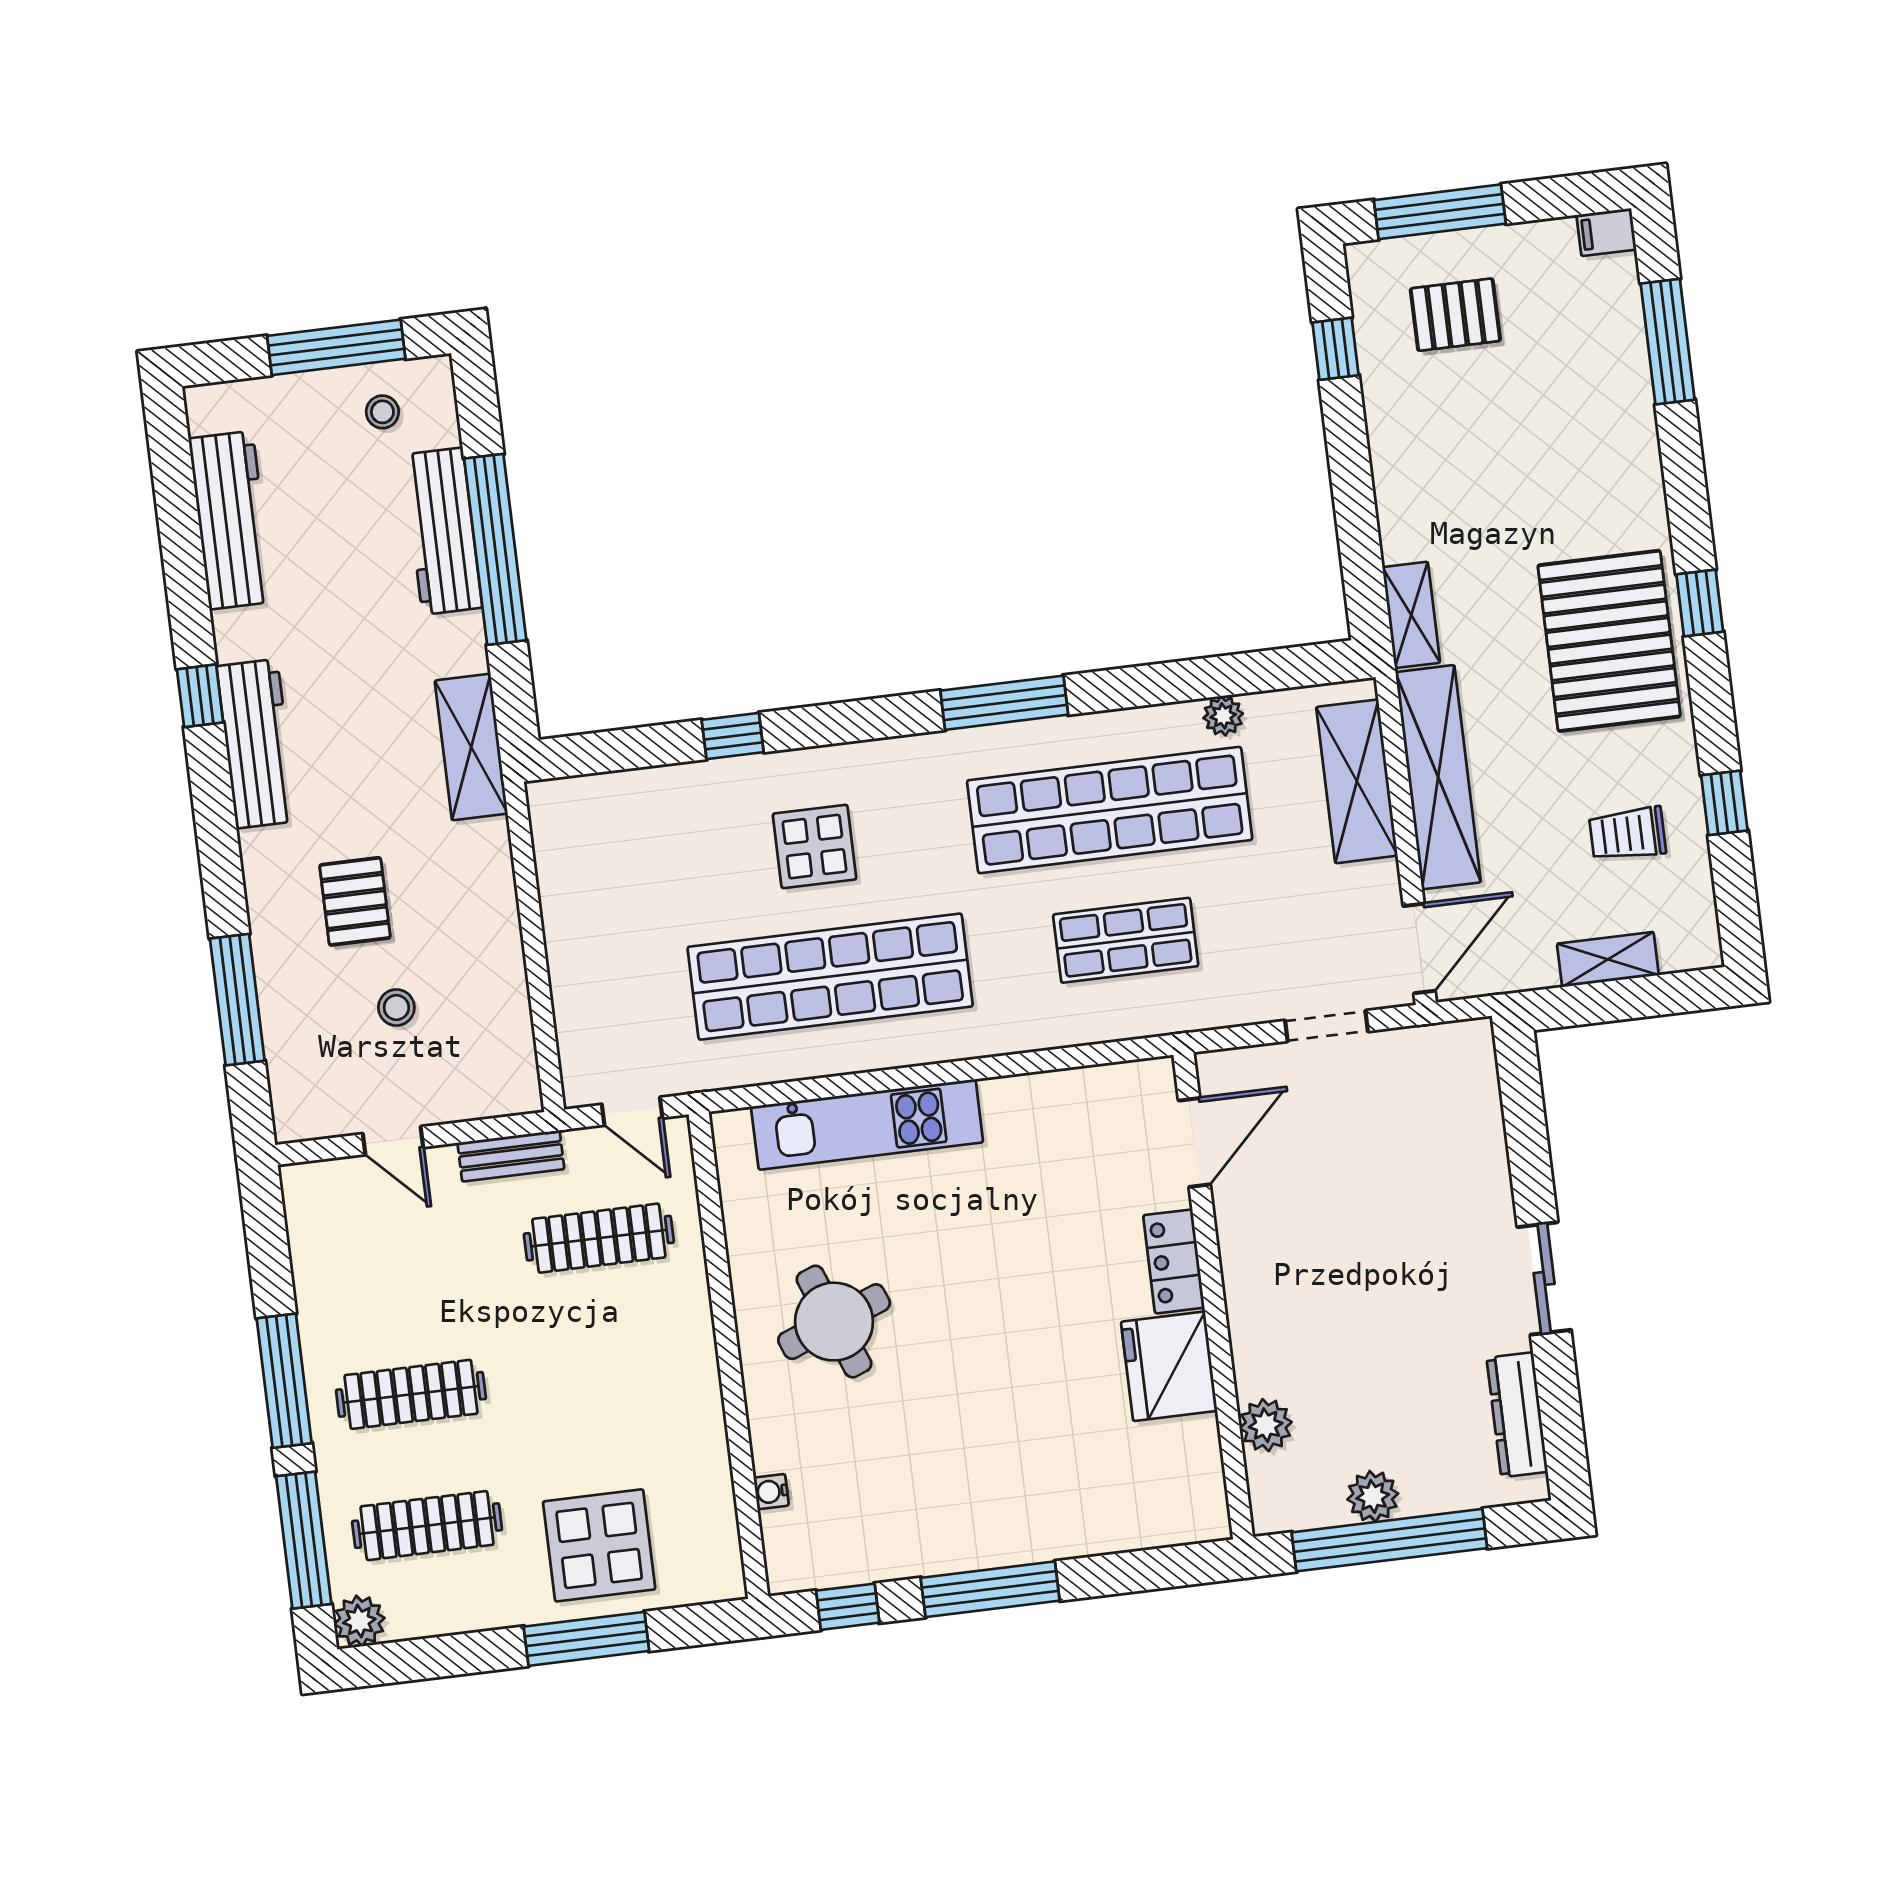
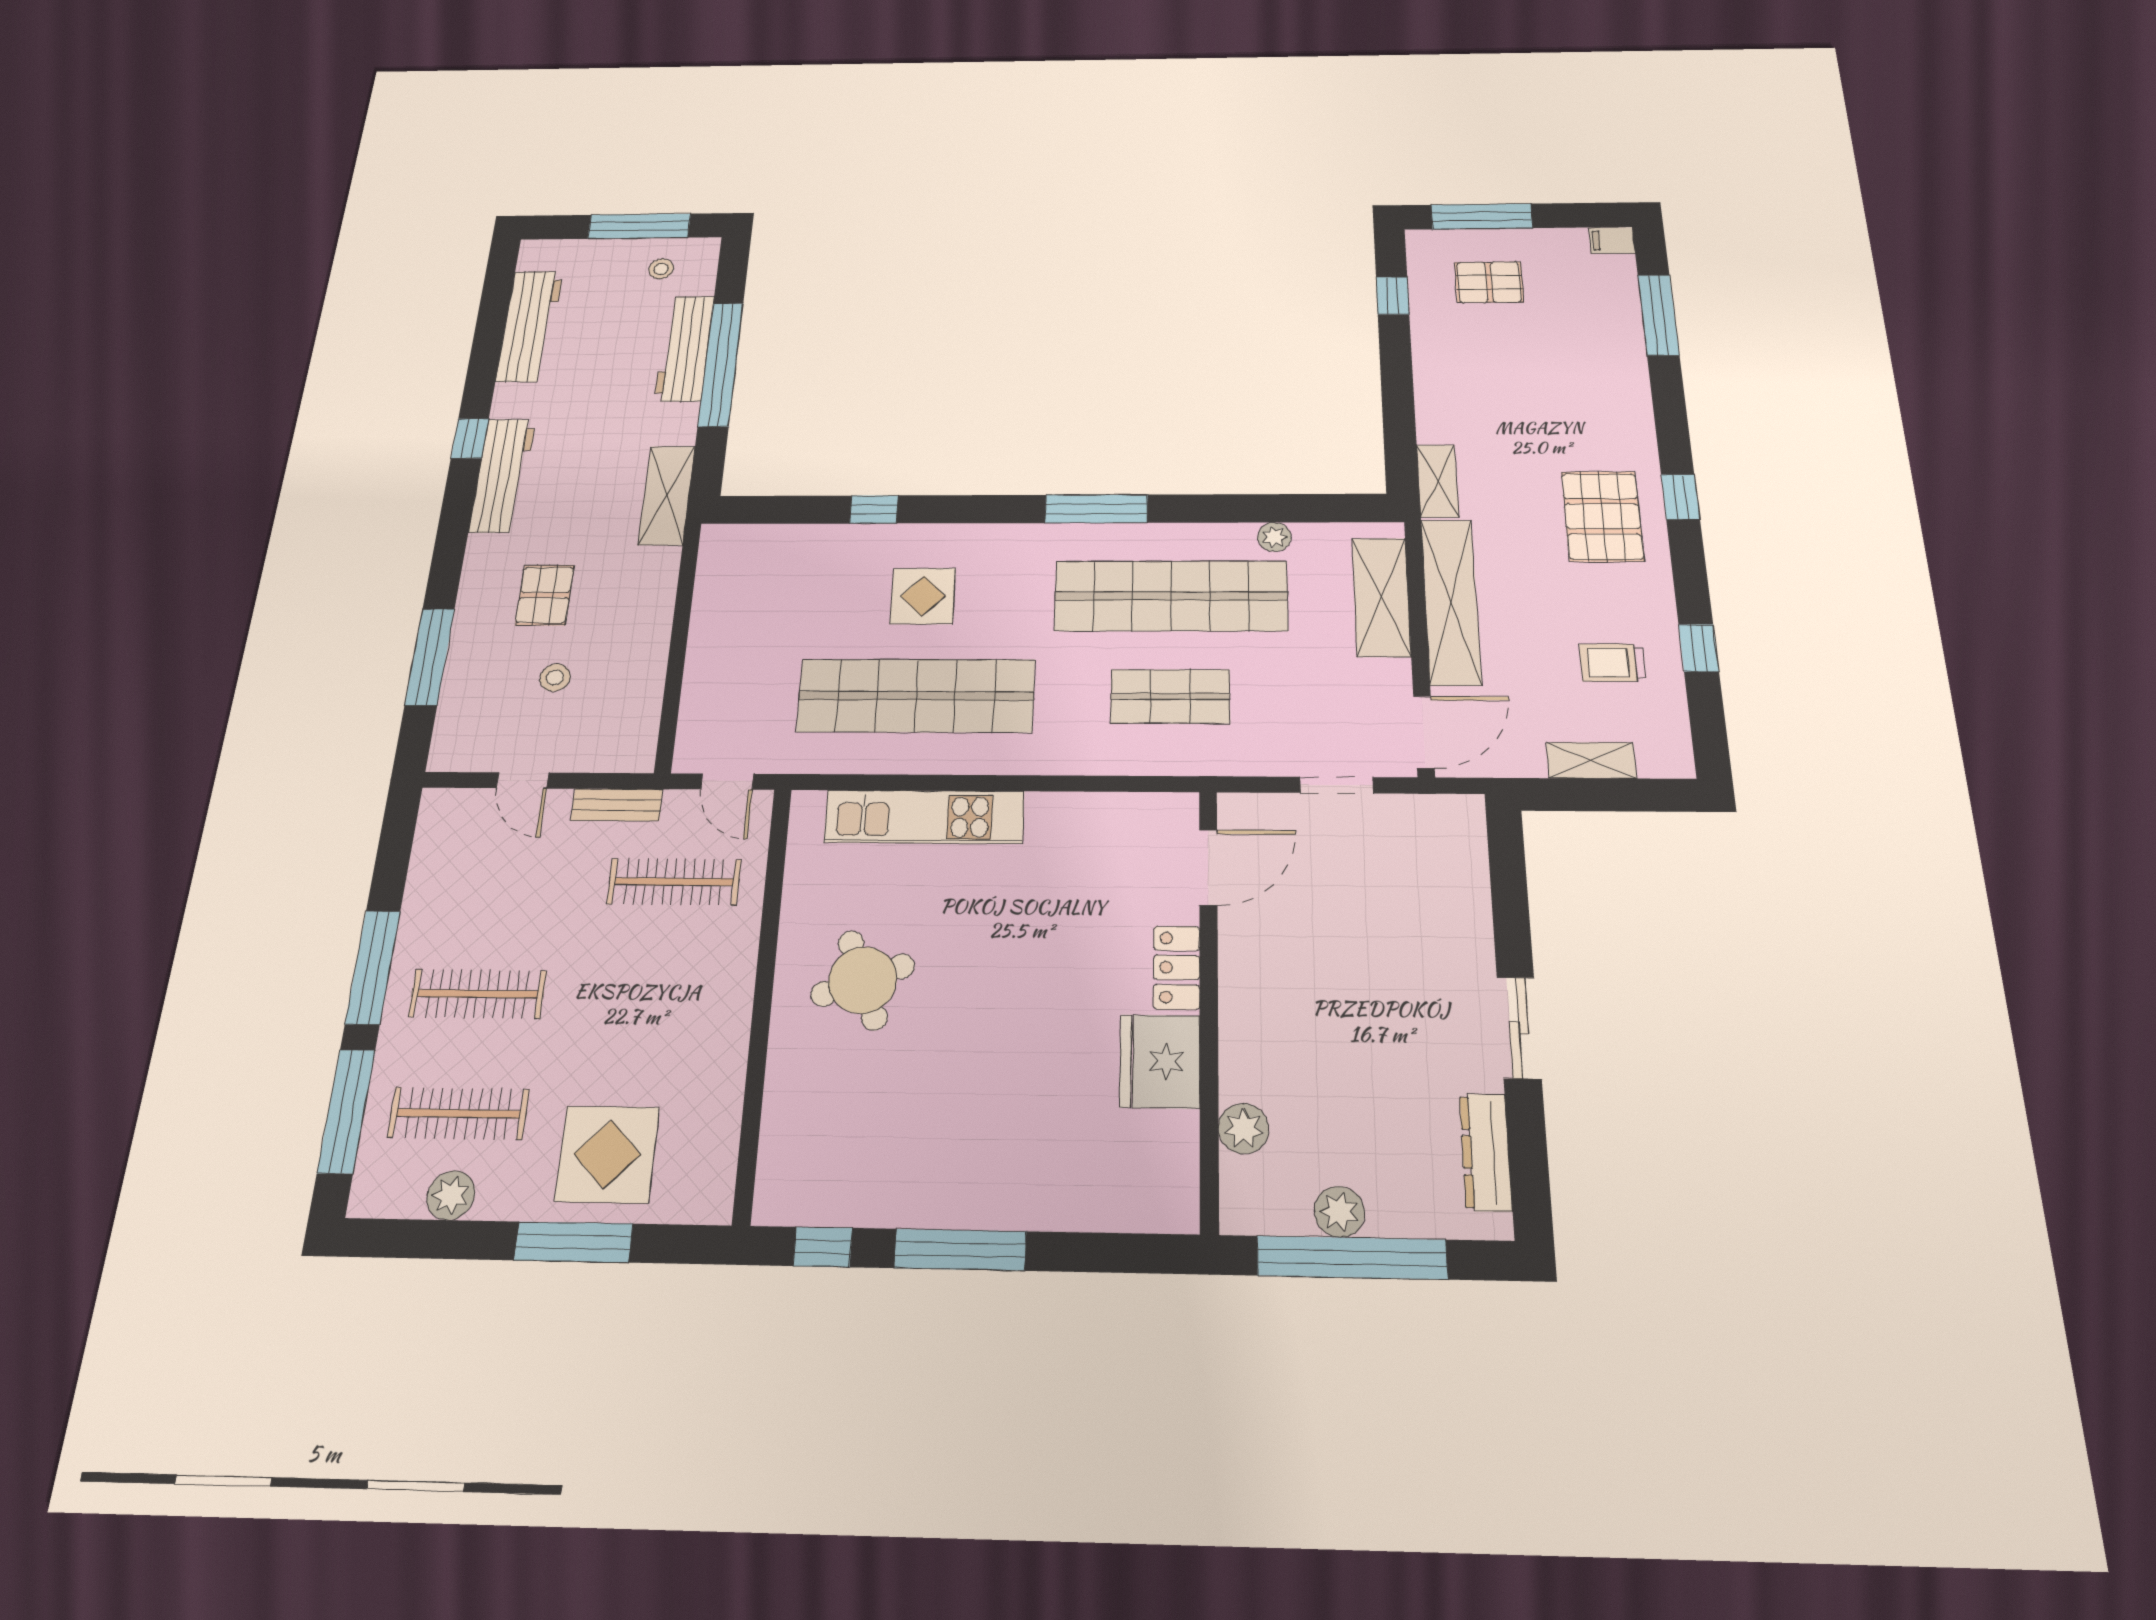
pallet: (1609, 641) -> (1602, 516), width x0.73, depth x0.71
water cooler: (771, 1492) -> (775, 1126), removed
plant: (359, 1621) -> (451, 1195), moved

